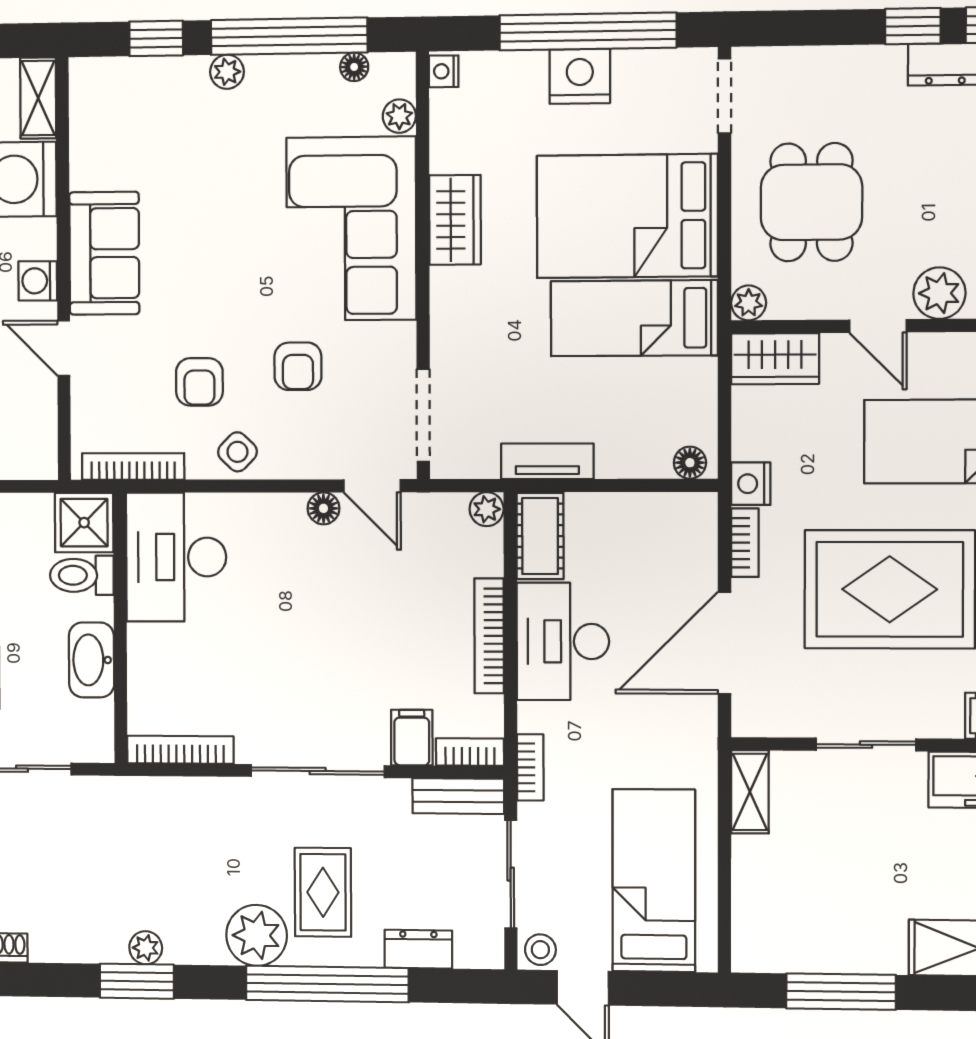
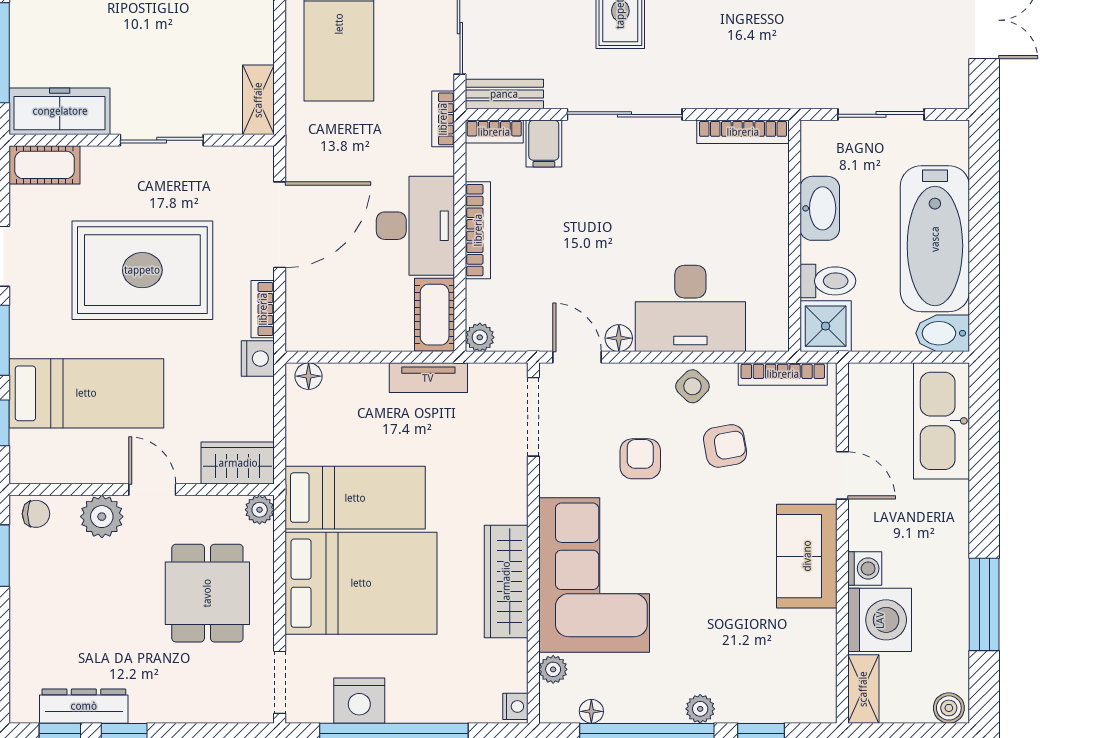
nightstand: (580, 76) -> (359, 701), moved
wardrobe: (455, 220) -> (506, 581), width x1.50
washing machine: (38, 281) -> (865, 569), moved
armchair: (199, 382) -> (725, 446), turned 80
desk: (176, 557) -> (690, 308), moved, turned 90

